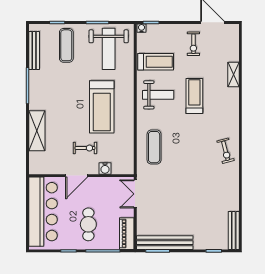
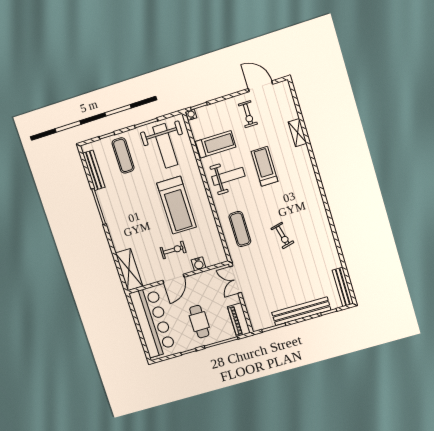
shelving: (37, 131) -> (129, 270), moved
exercise bike: (226, 151) -> (282, 235), moved
bench: (165, 243) -> (301, 311), moved

